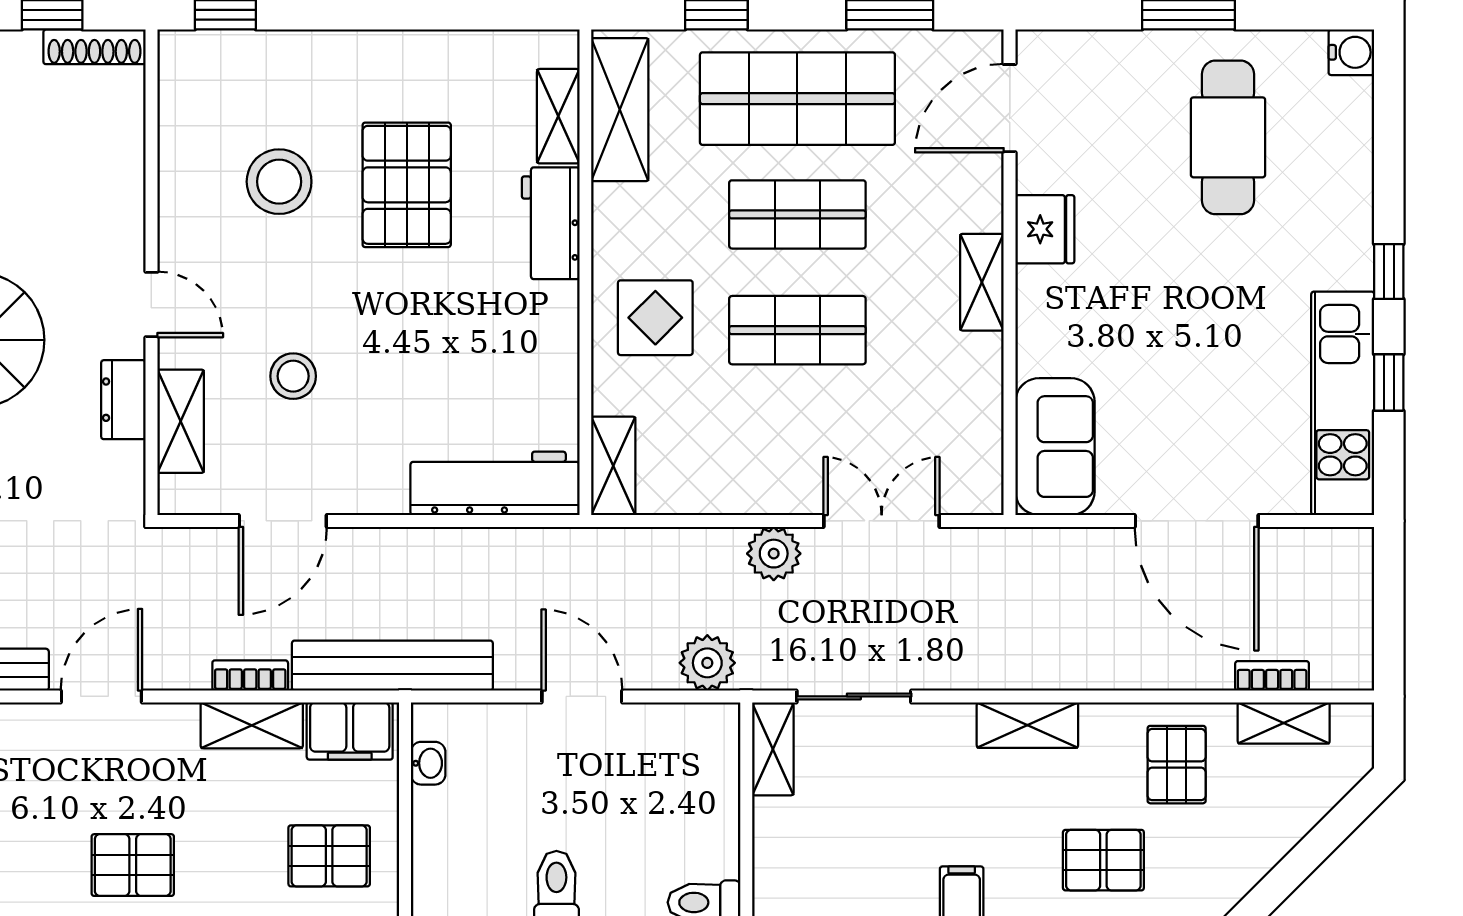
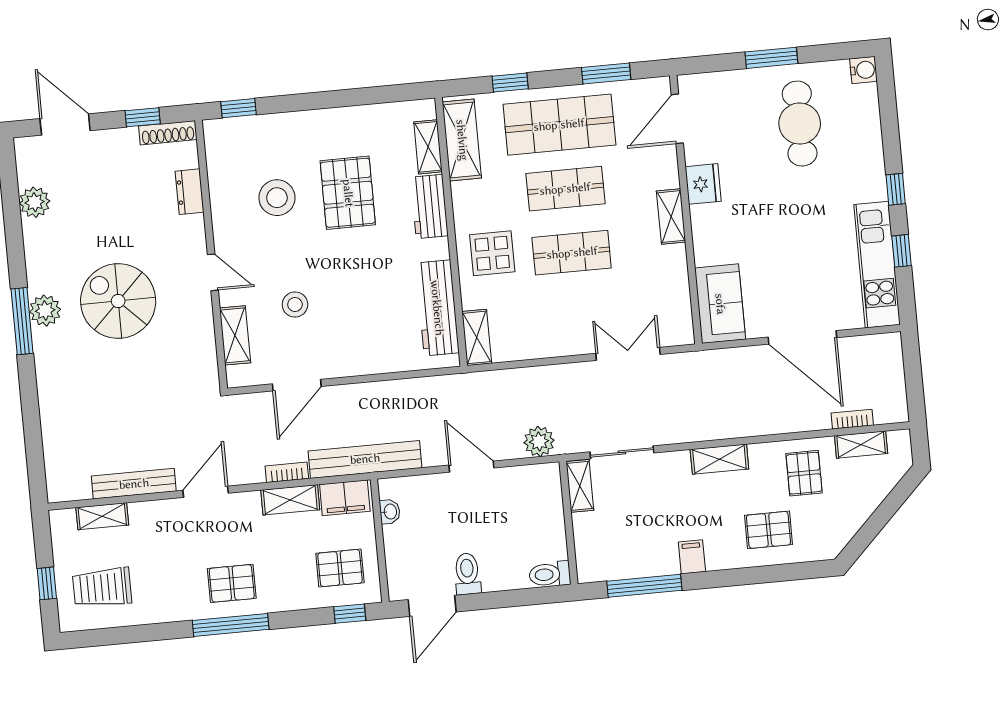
dresser: (123, 400) -> (190, 192), moved
workbench: (495, 483) -> (437, 308), moved, turned -90
plant: (774, 554) -> (570, 378), removed

